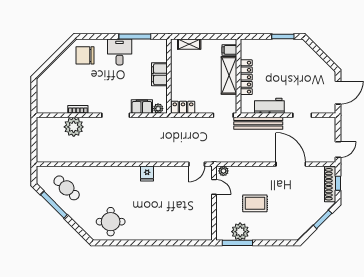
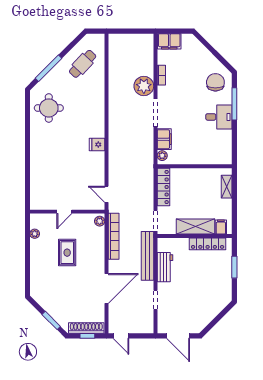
window: (135, 37) -> (234, 104), moved
window: (283, 37) -> (234, 267), moved
filing cabinet: (159, 74) -> (169, 41), moved, turned 180
locker: (246, 77) -> (208, 244), moved
locker: (183, 107) -> (163, 187), width x1.53
plant: (74, 127) -> (144, 86), moved
bookcase: (239, 157) -> (114, 236), added
door: (214, 187) -> (64, 212), moved
window: (54, 205) -> (49, 68), moved
plant: (240, 232) -> (35, 234), width x0.53, depth x0.53
window: (237, 243) -> (28, 235), removed

